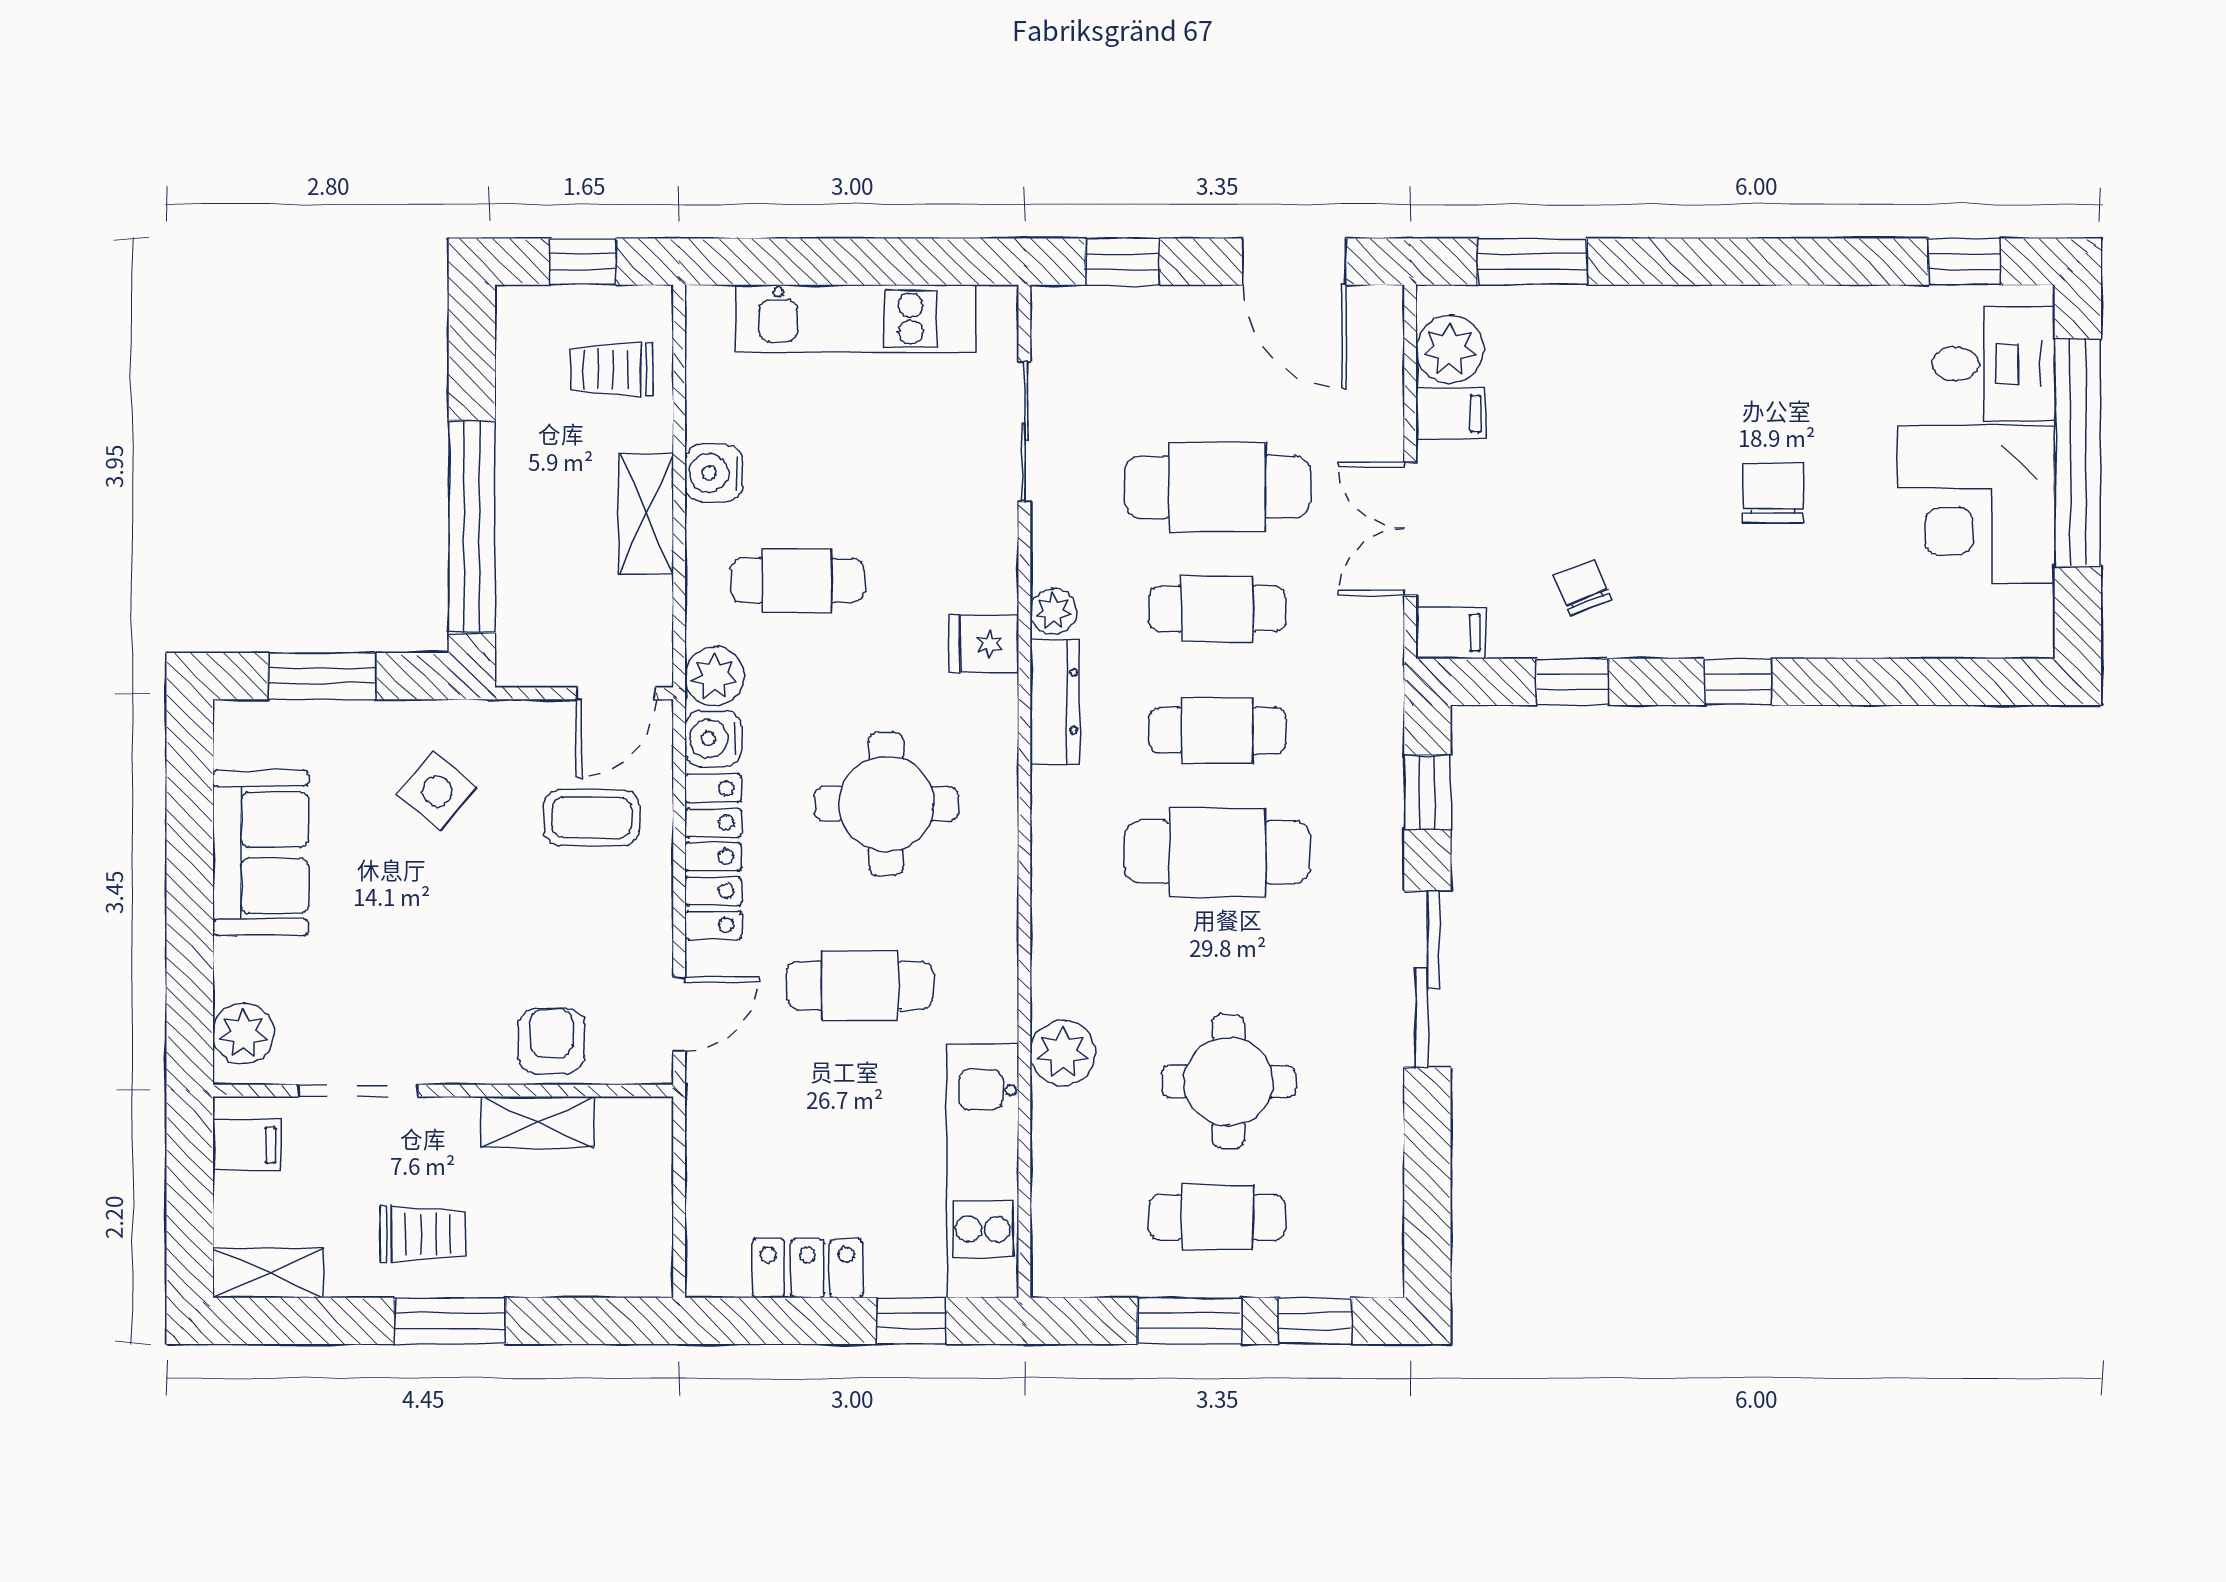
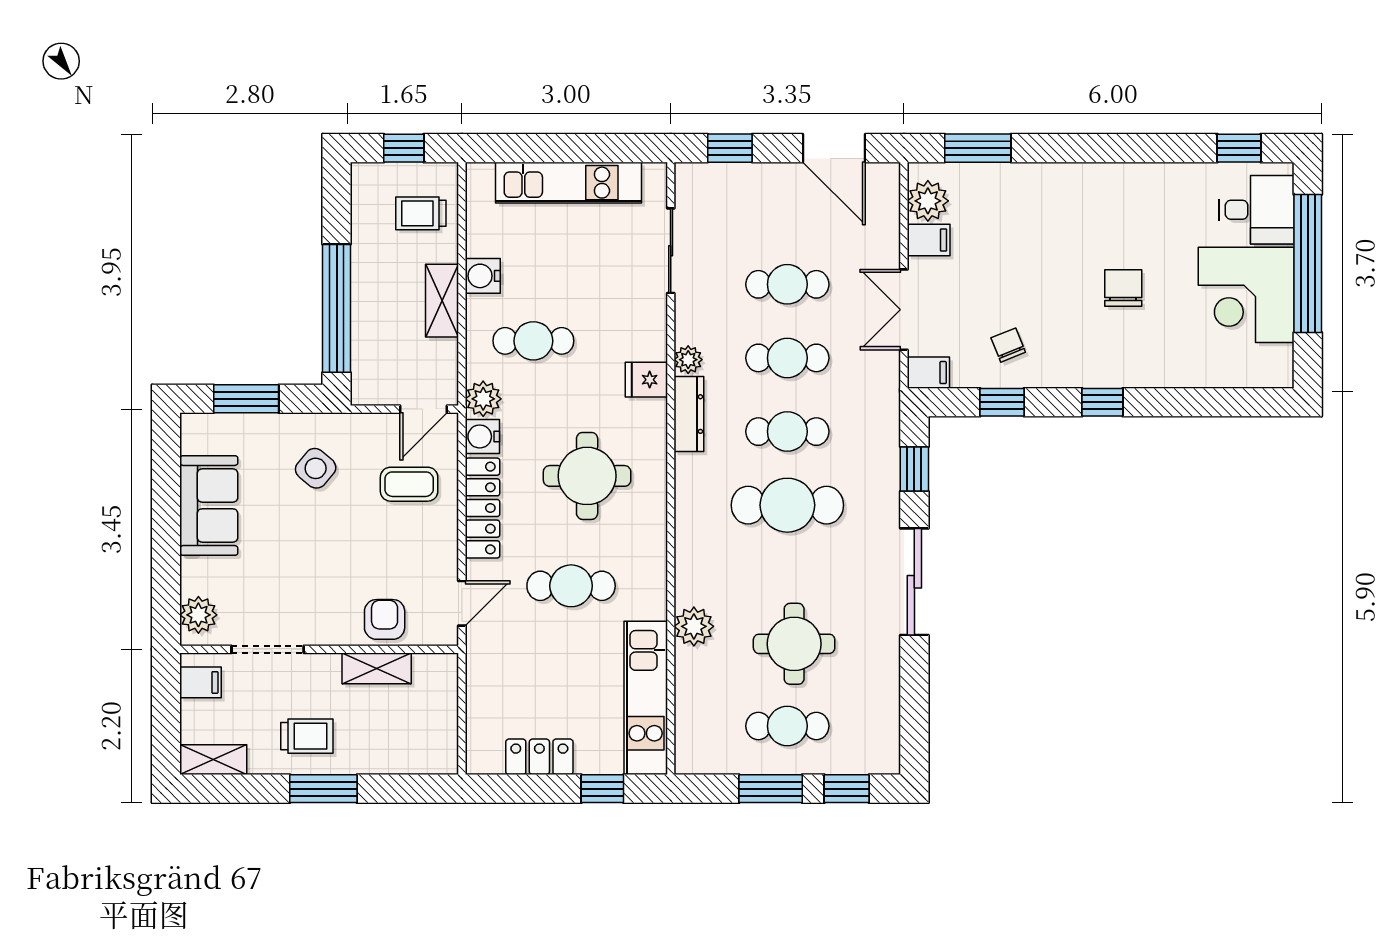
cafe table: (1217, 487) -> (787, 284), width x0.73, depth x0.74

